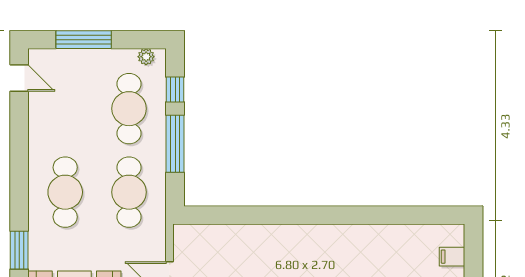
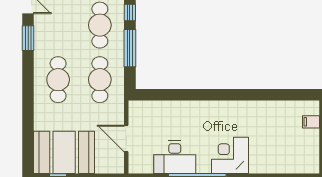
window: (19, 250) -> (28, 38), moved

